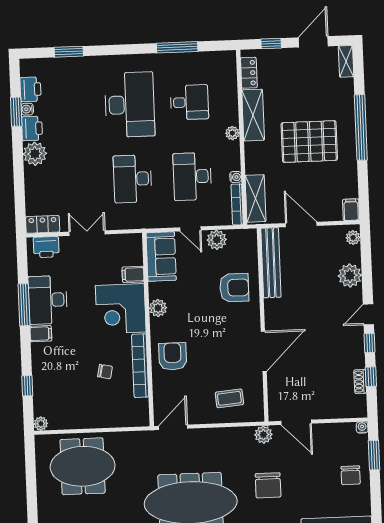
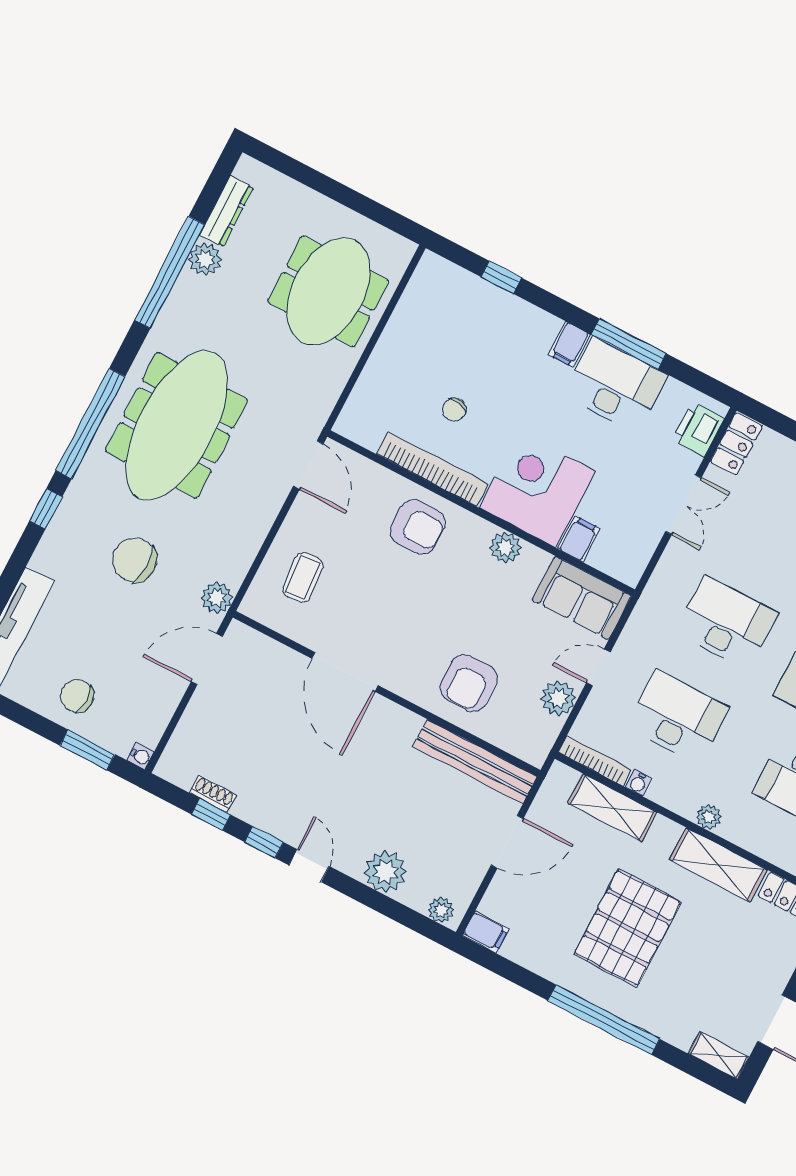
shelving: (256, 198) -> (612, 808), moved
plant: (41, 424) -> (431, 265), removed

